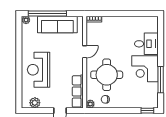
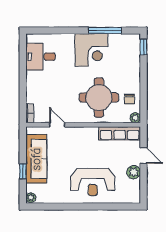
window: (47, 14) -> (23, 171), width x0.32
desk: (146, 44) -> (41, 57), moved, turned -90
door: (85, 52) -> (57, 125), moved
plant: (35, 103) -> (134, 172), moved

